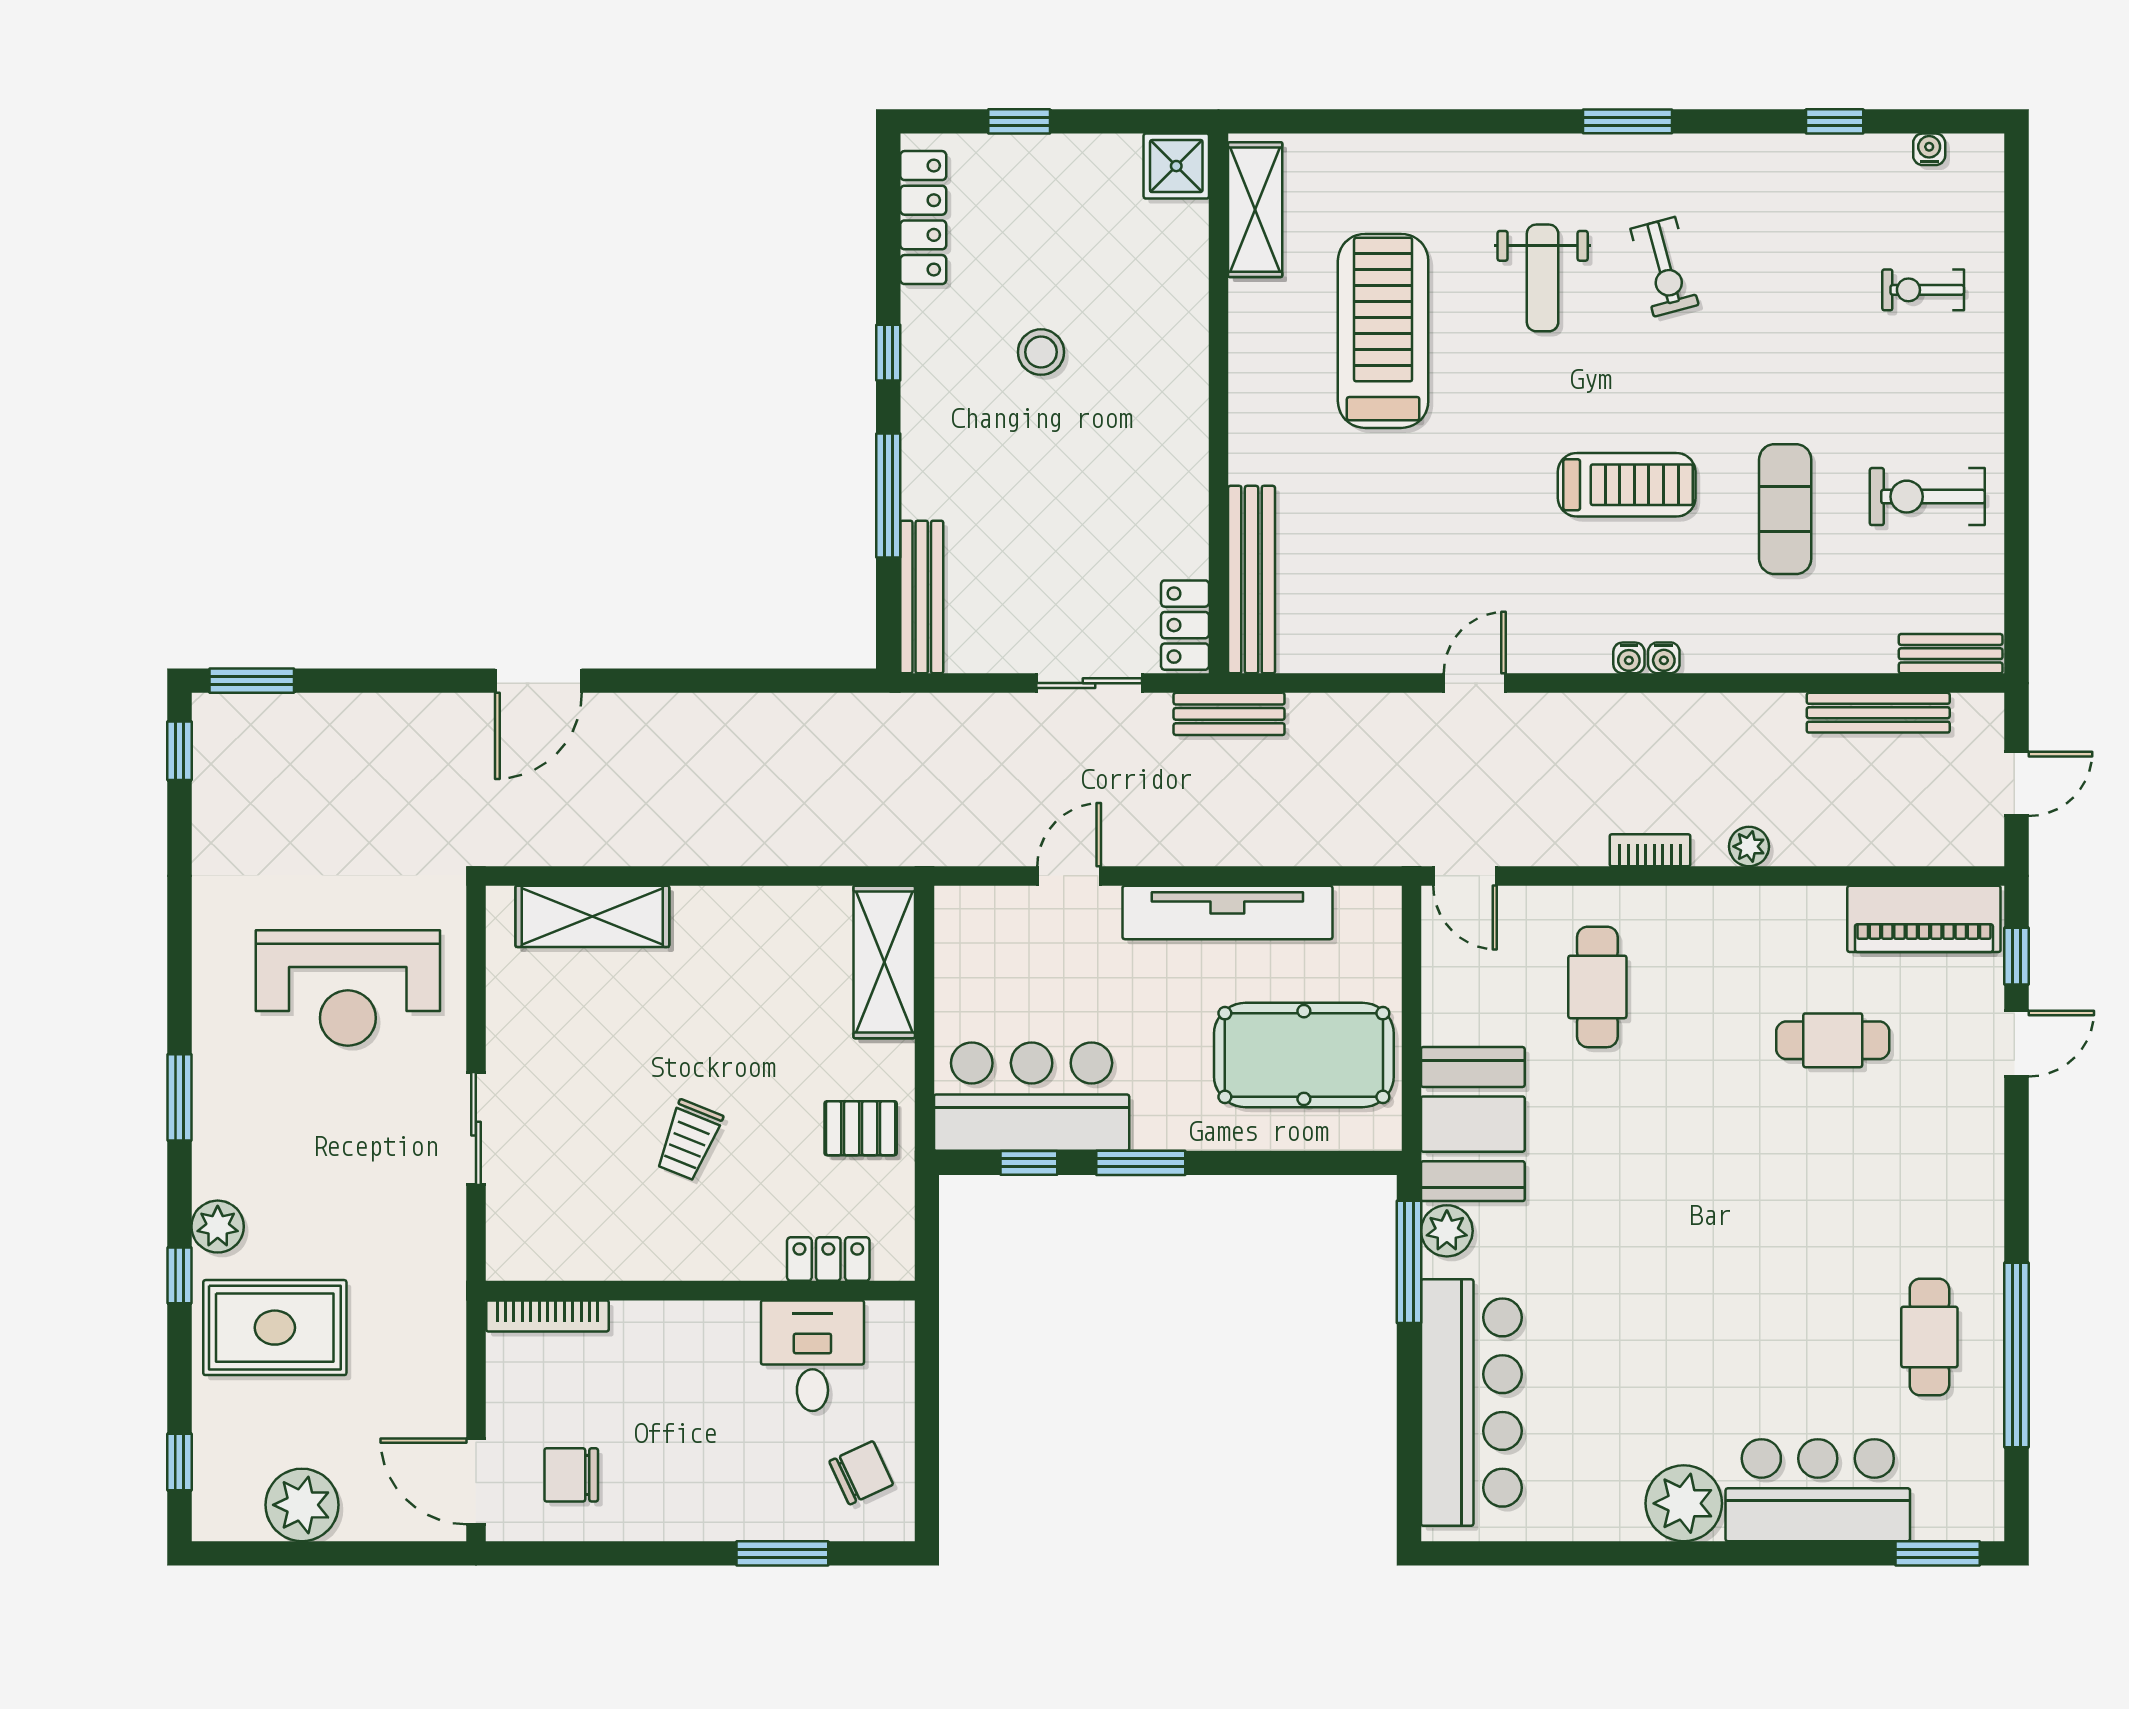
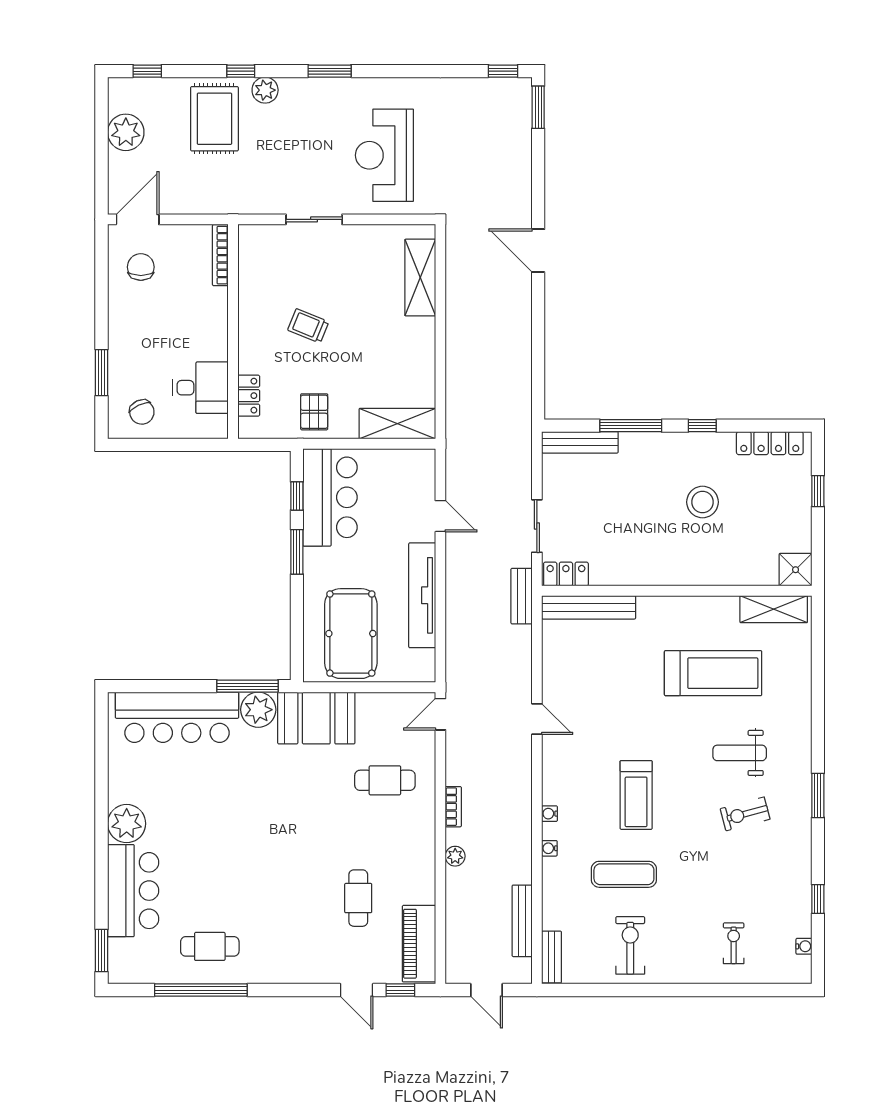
stool: (1041, 352) -> (702, 502), width x1.38, depth x1.38
water cooler: (1629, 658) -> (549, 848), moved
plant: (1447, 1231) -> (258, 710), width x1.36, depth x1.36

